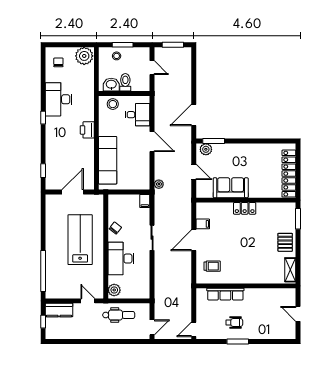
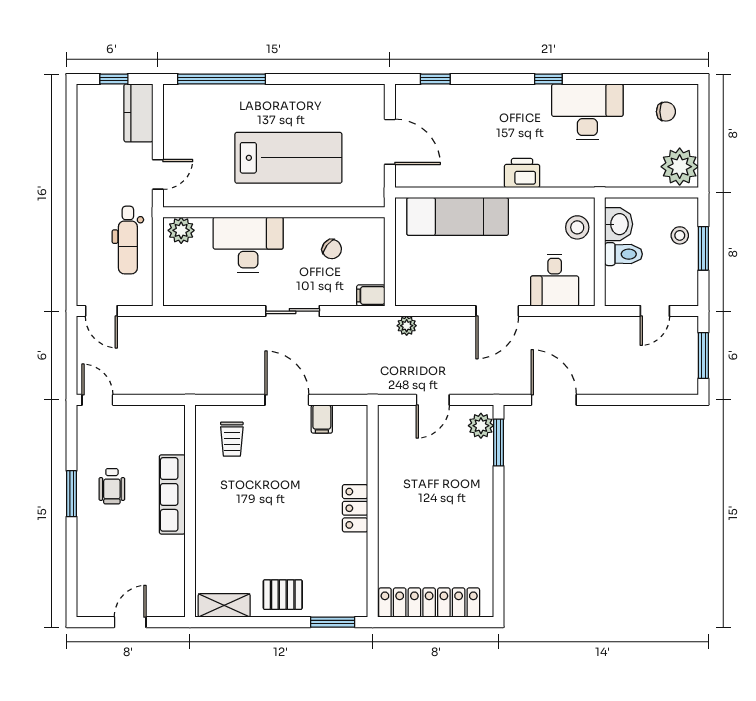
sofa: (231, 188) -> (399, 479), removed
chair: (115, 228) -> (332, 249), moved
row of seats: (225, 294) -> (172, 494), moved

